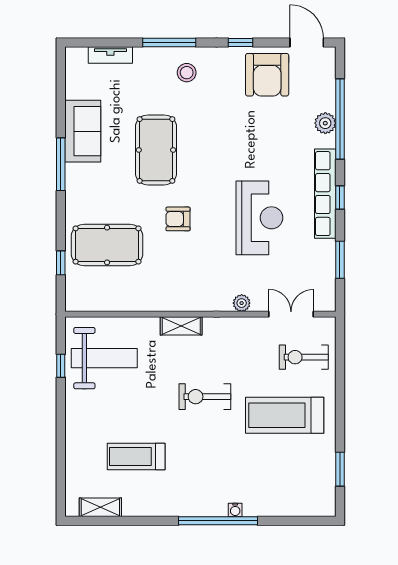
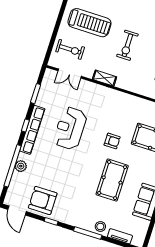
stool: (187, 73) -> (100, 226), moved
armchair: (267, 75) -> (43, 200), turned -90
plant: (242, 303) -> (93, 87), removed
shelving: (181, 326) -> (105, 78), moved
exercise bike: (205, 397) -> (127, 45), turned 90

